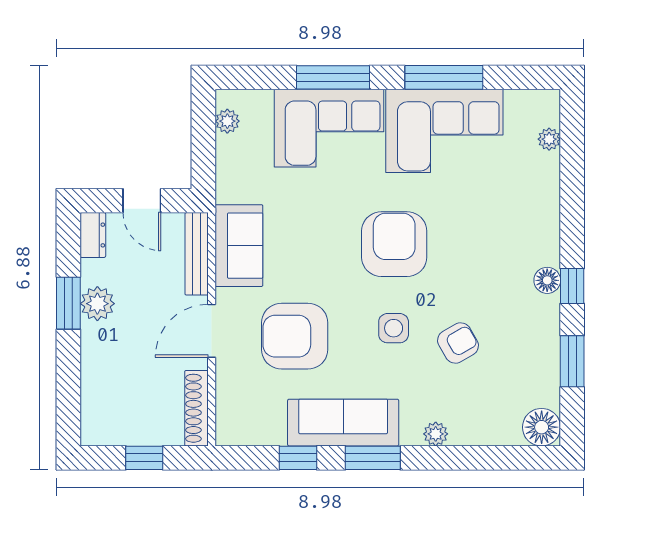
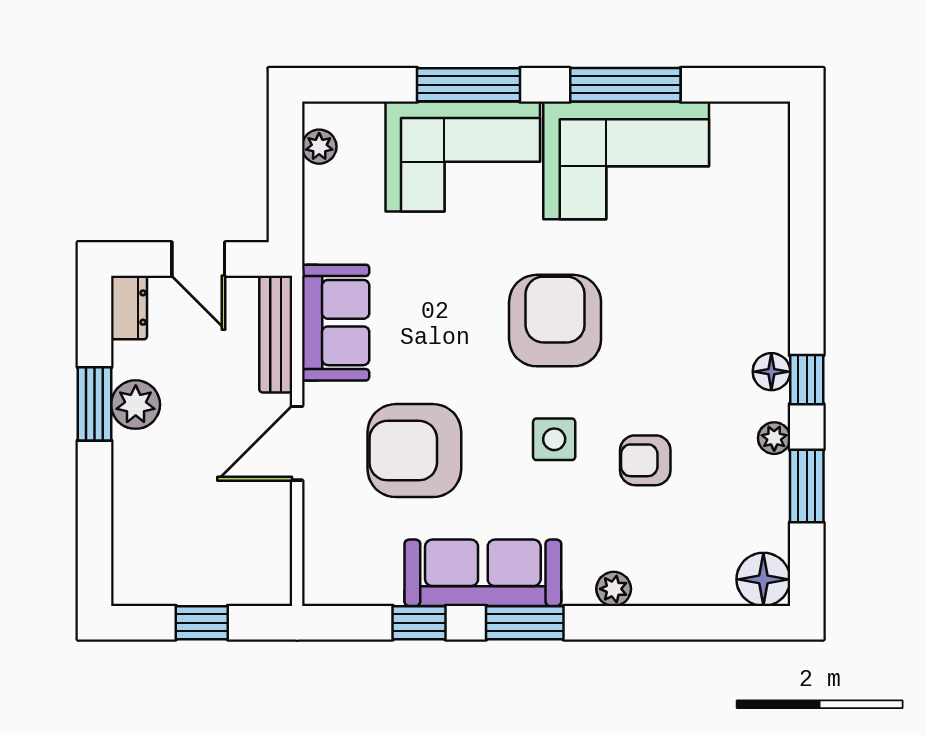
plant: (549, 139) -> (774, 438), moved
armchair: (458, 343) -> (645, 460), turned -150
shoe rack: (196, 408) -> (276, 553), removed

